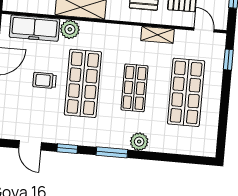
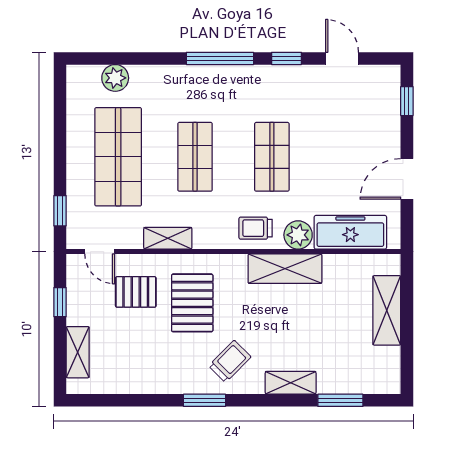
trolley: (44, 80) -> (256, 228), moved, turned 180
shop shelf: (83, 83) -> (272, 157), width x0.70, depth x0.74
plant: (139, 142) -> (115, 78), moved
window: (112, 152) -> (220, 58), width x1.44

